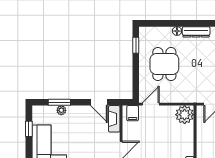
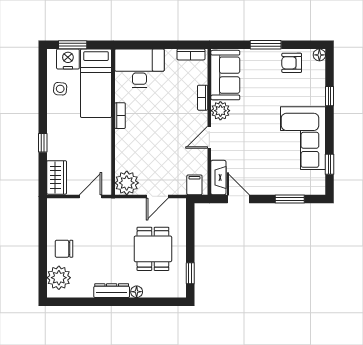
door: (151, 104) -> (157, 196), moved
plant: (61, 110) -> (287, 189), removed

